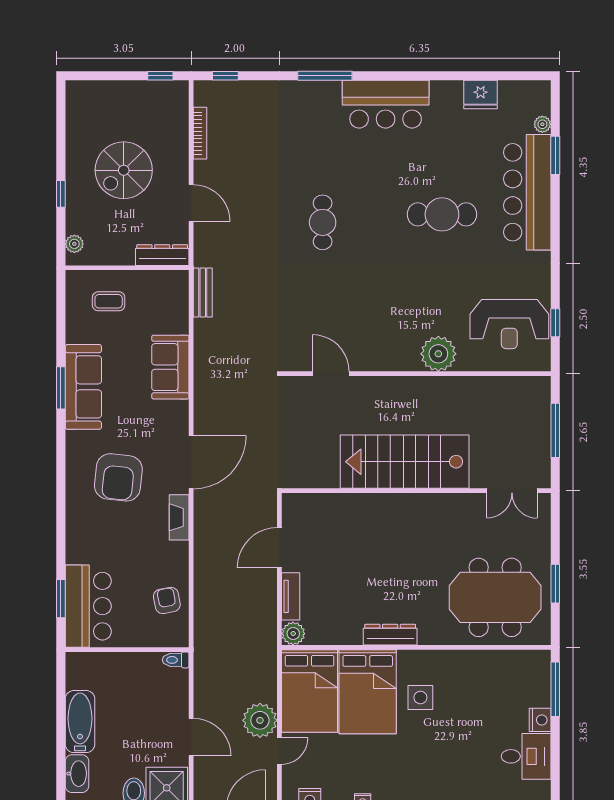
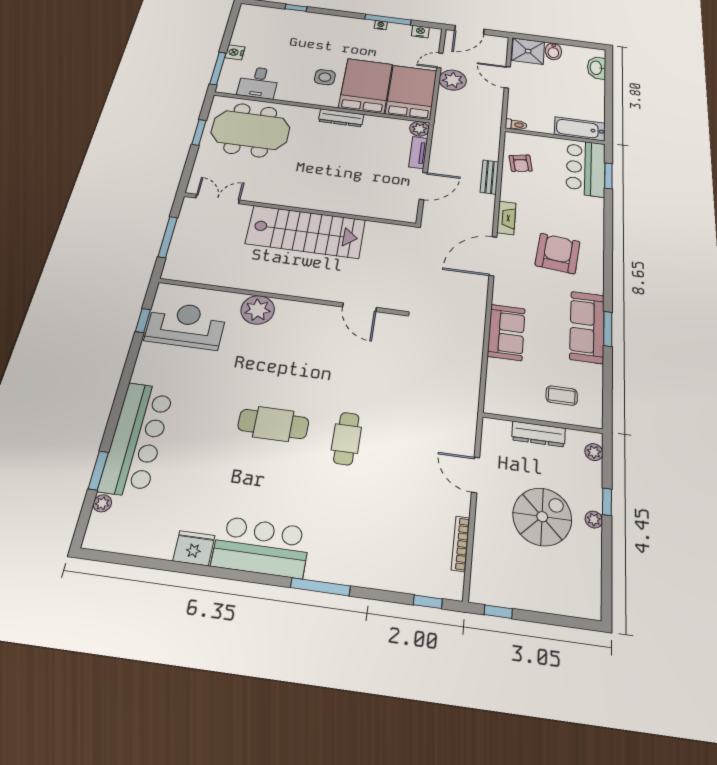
fridge: (481, 95) -> (194, 548), moved
plant: (74, 174) -> (594, 520), added
cafe table: (442, 214) -> (273, 424), moved
dresser: (162, 255) -> (539, 434), moved
bench: (203, 293) -> (490, 177), moved
bathtub: (80, 722) -> (580, 129), moved, turned 90
desk: (526, 756) -> (258, 83), moved, turned -90

